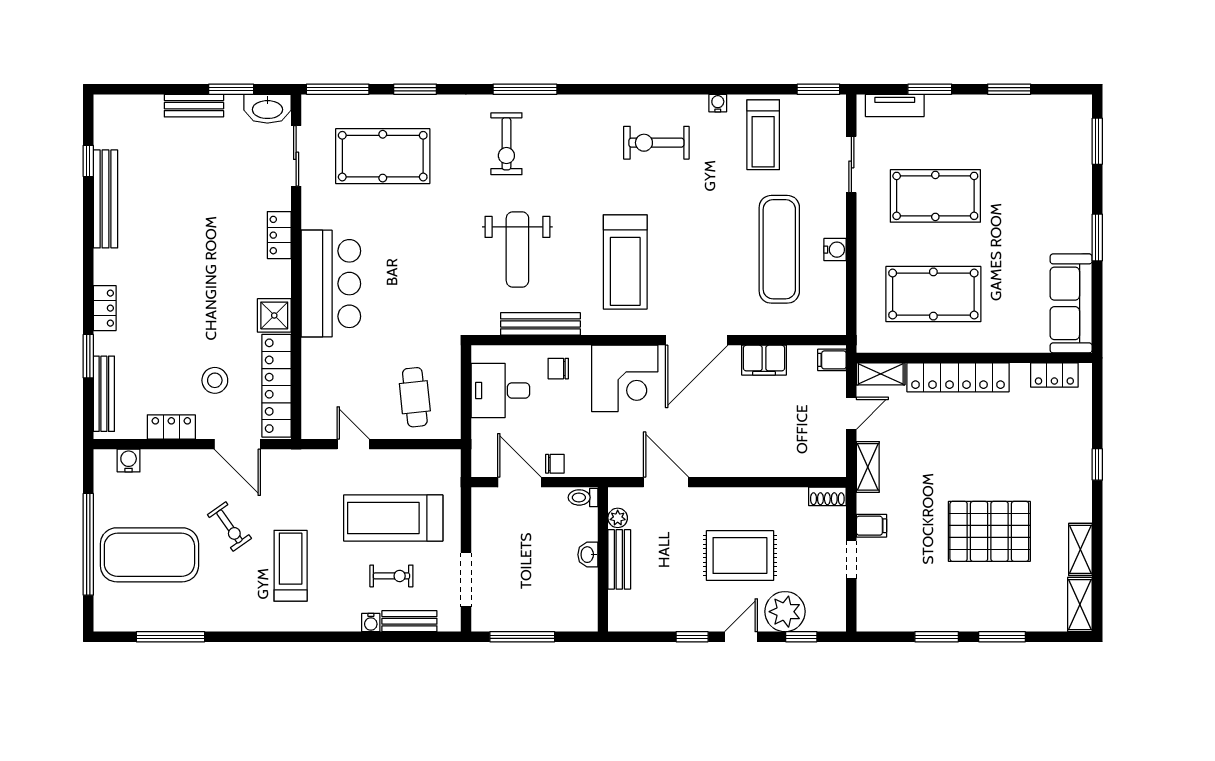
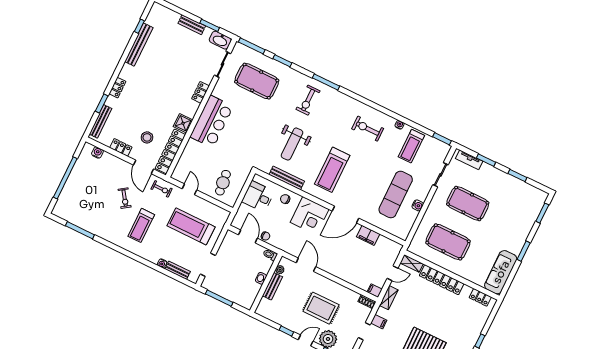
filing cabinet: (832, 360) -> (375, 291), moved
exercise mat: (149, 555) -> (87, 194), removed
treadmill: (291, 566) -> (141, 225), turned 180
exercise bike: (391, 576) -> (162, 189), moved

